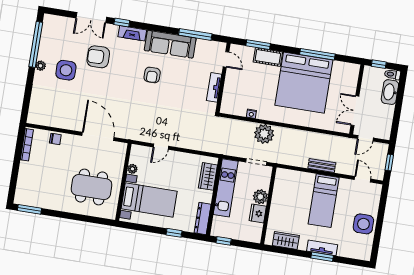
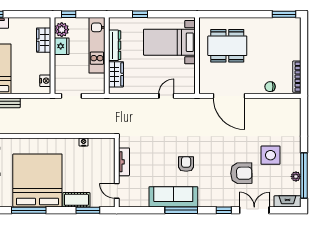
fireplace: (132, 33) -> (287, 201), moved
window: (195, 34) -> (181, 210), moved
plant: (41, 66) -> (296, 176), moved
plant: (264, 134) -> (68, 124), removed
plant: (132, 169) -> (190, 70), removed
nightstand: (280, 181) -> (45, 81), added
kitchen unit: (226, 188) -> (97, 45), moved
plant: (260, 197) -> (62, 30), moved
dresser: (203, 218) -> (115, 45), moved
wardrobe: (286, 240) -> (44, 40), moved, turned 90
window: (224, 241) -> (69, 14), moved

